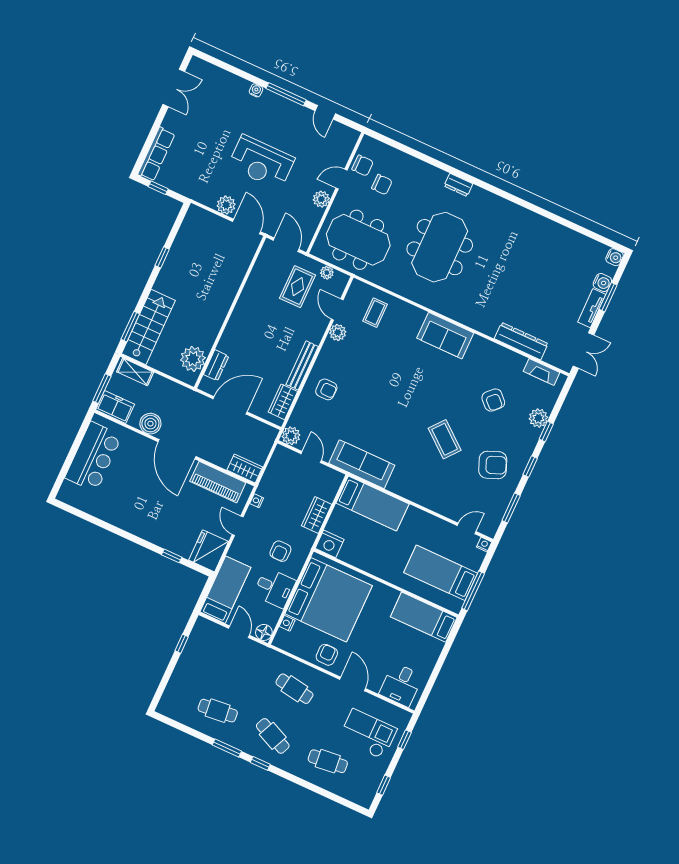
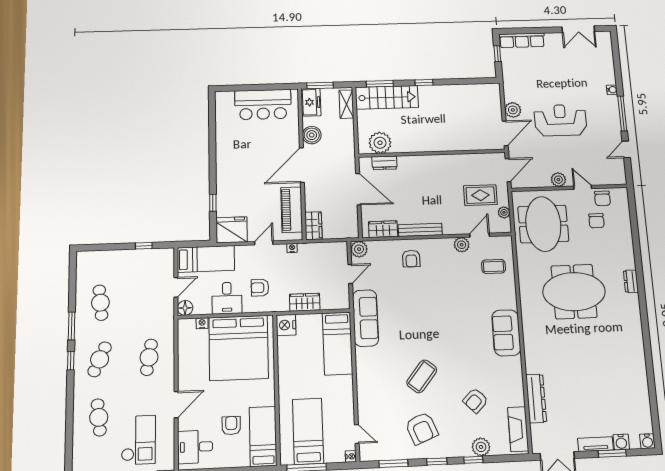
reception desk: (261, 162) -> (560, 120), turned 90
window: (162, 257) -> (424, 82), moved
fireplace: (541, 372) -> (518, 429), width x1.37, depth x1.32
armchair: (327, 655) -> (231, 426), moved, turned -90

